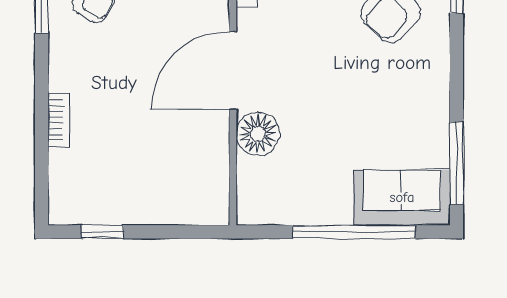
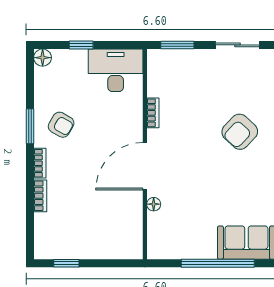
bookcase: (58, 66) -> (40, 163), added
floor lamp: (258, 134) -> (154, 204), width x0.53, depth x0.53

